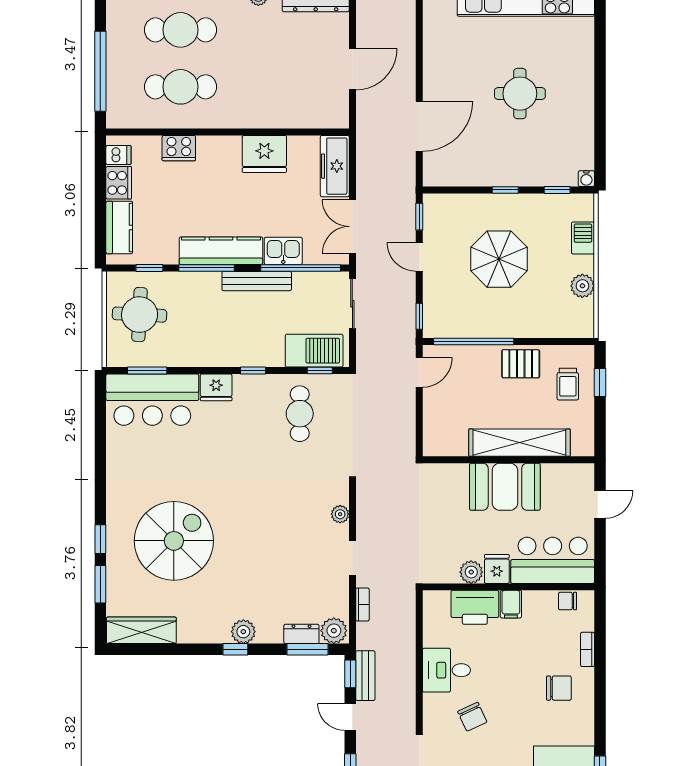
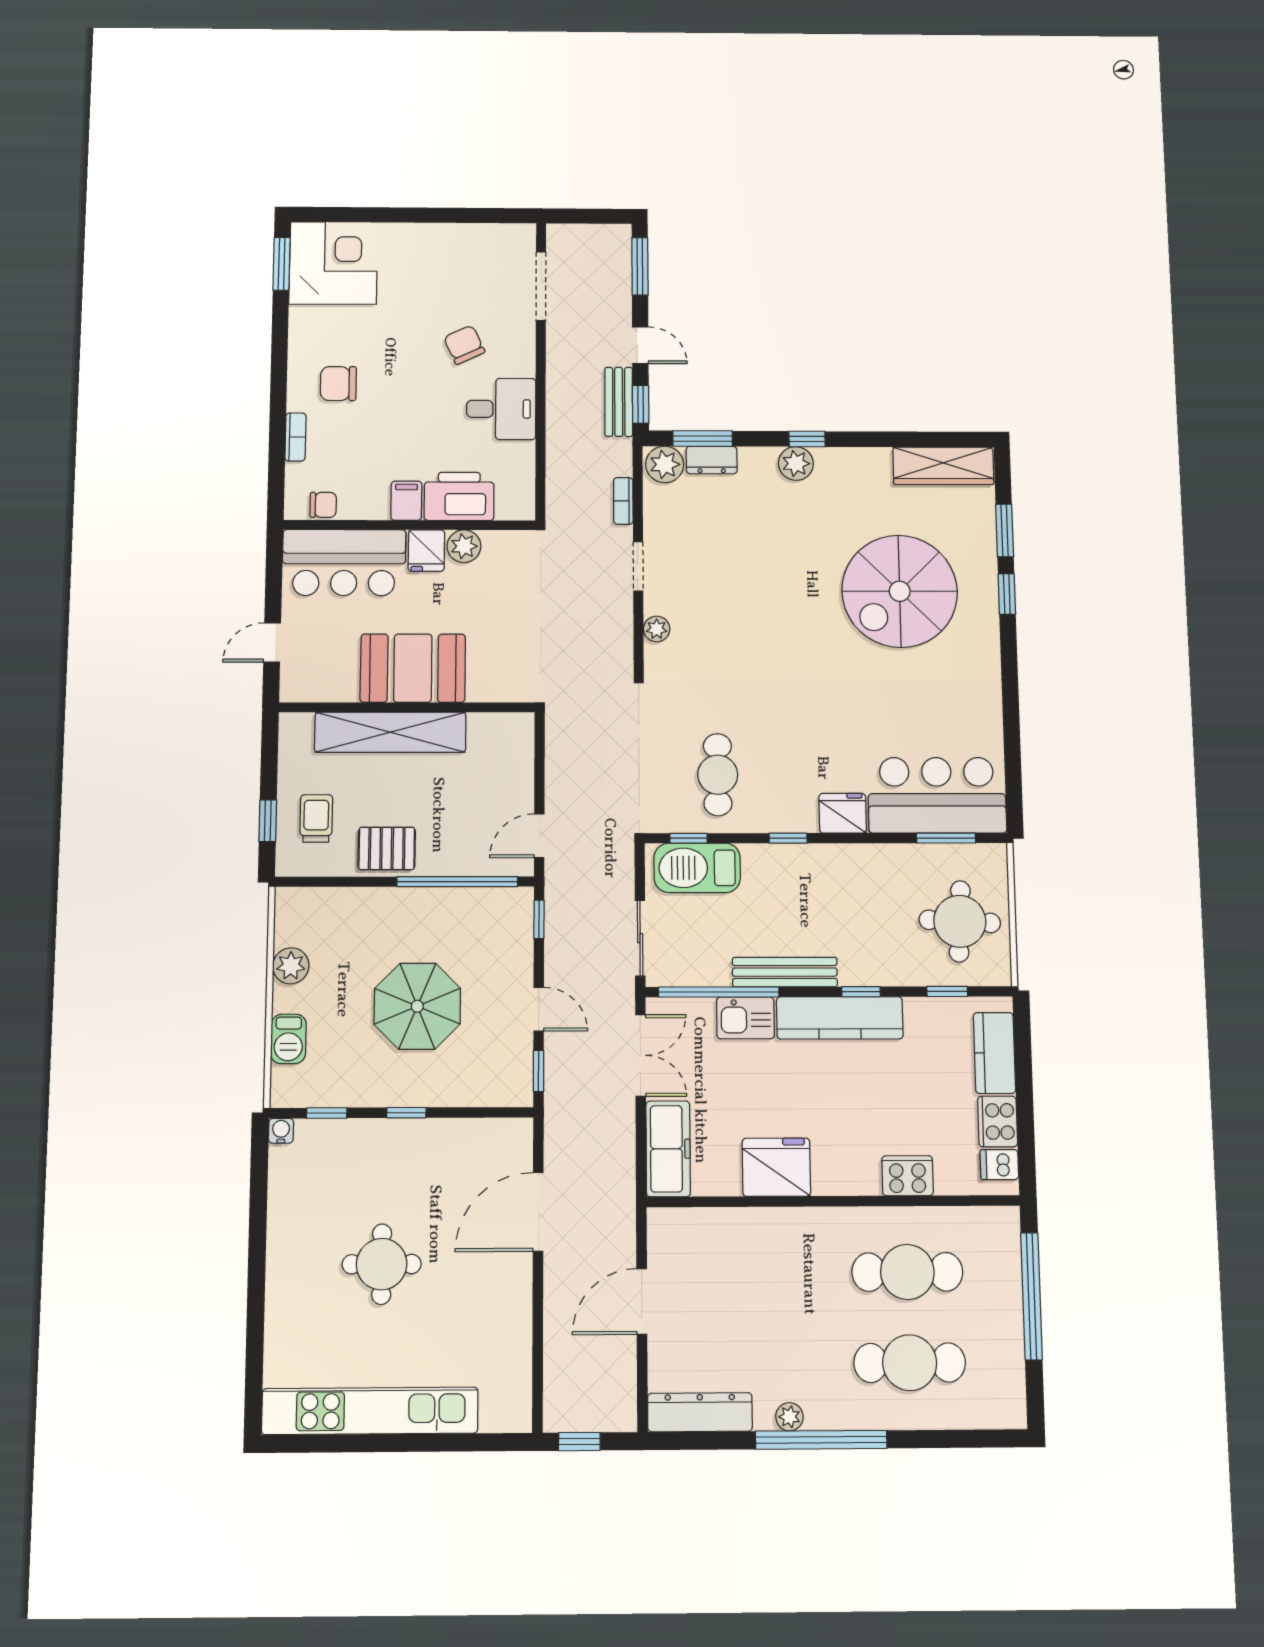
window: (206, 268) -> (861, 992), width x0.46

